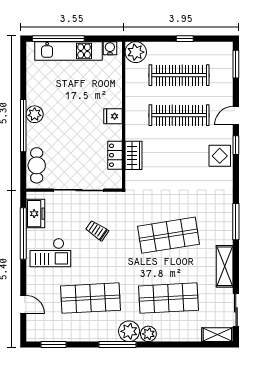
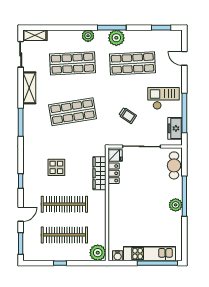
fridge: (113, 116) -> (115, 156), moved
door: (236, 116) -> (21, 214), moved
wardrobe: (133, 155) -> (99, 173), width x1.50
display table: (220, 156) -> (56, 167), moved
plant: (129, 331) -> (116, 38), moved

